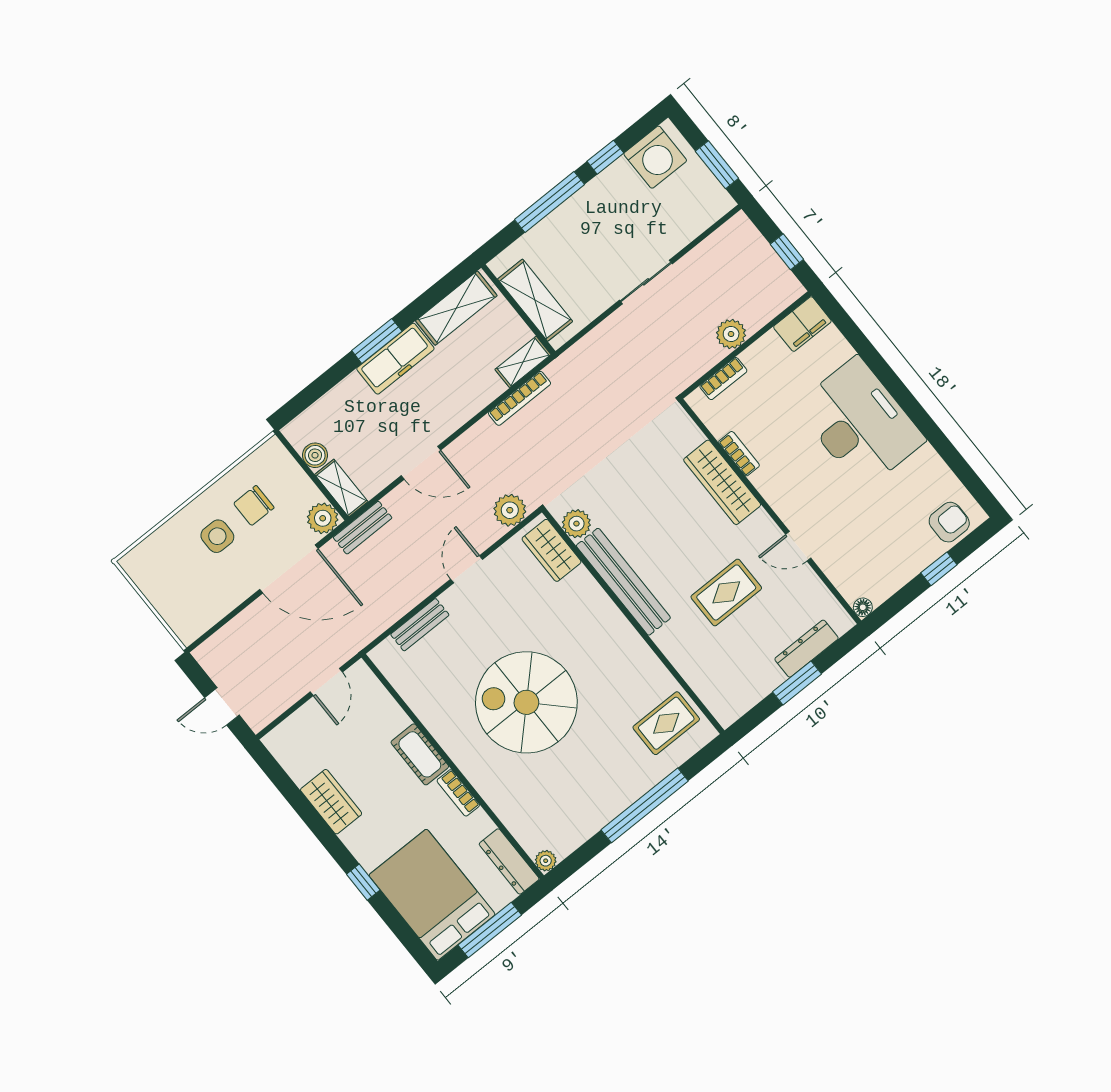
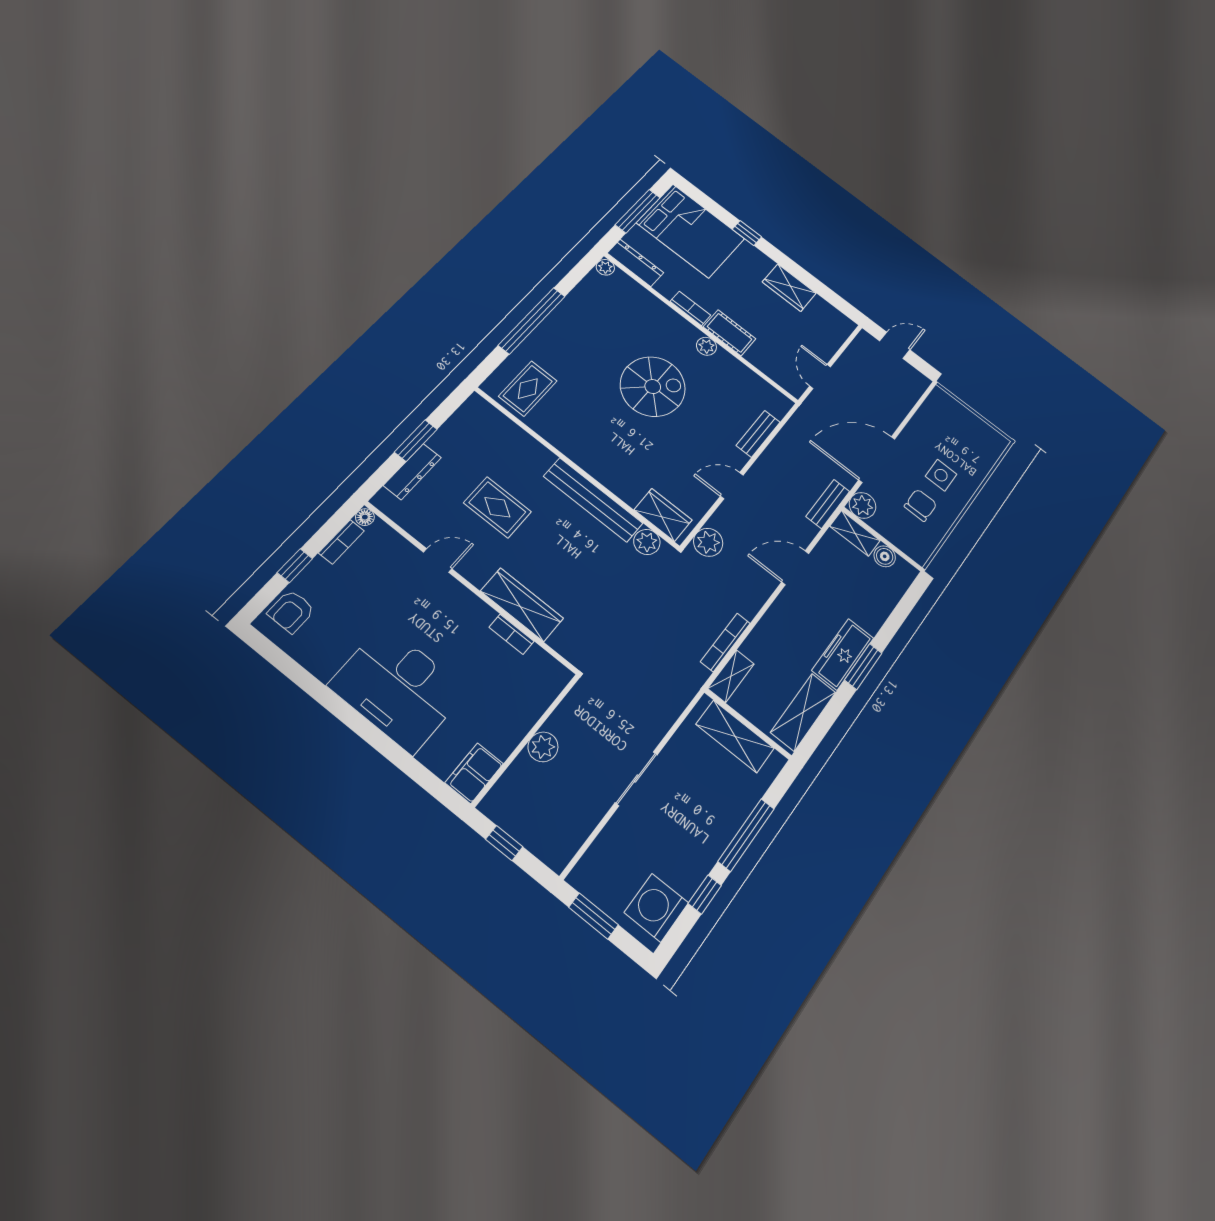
bookcase: (723, 379) -> (341, 542), moved, turned 180
door: (467, 569) -> (732, 486), swing flipped
rug: (726, 592) -> (497, 507), turned 90
spiral stairs: (526, 702) -> (653, 387), width x0.73, depth x0.73
plant: (452, 742) -> (706, 346), added

